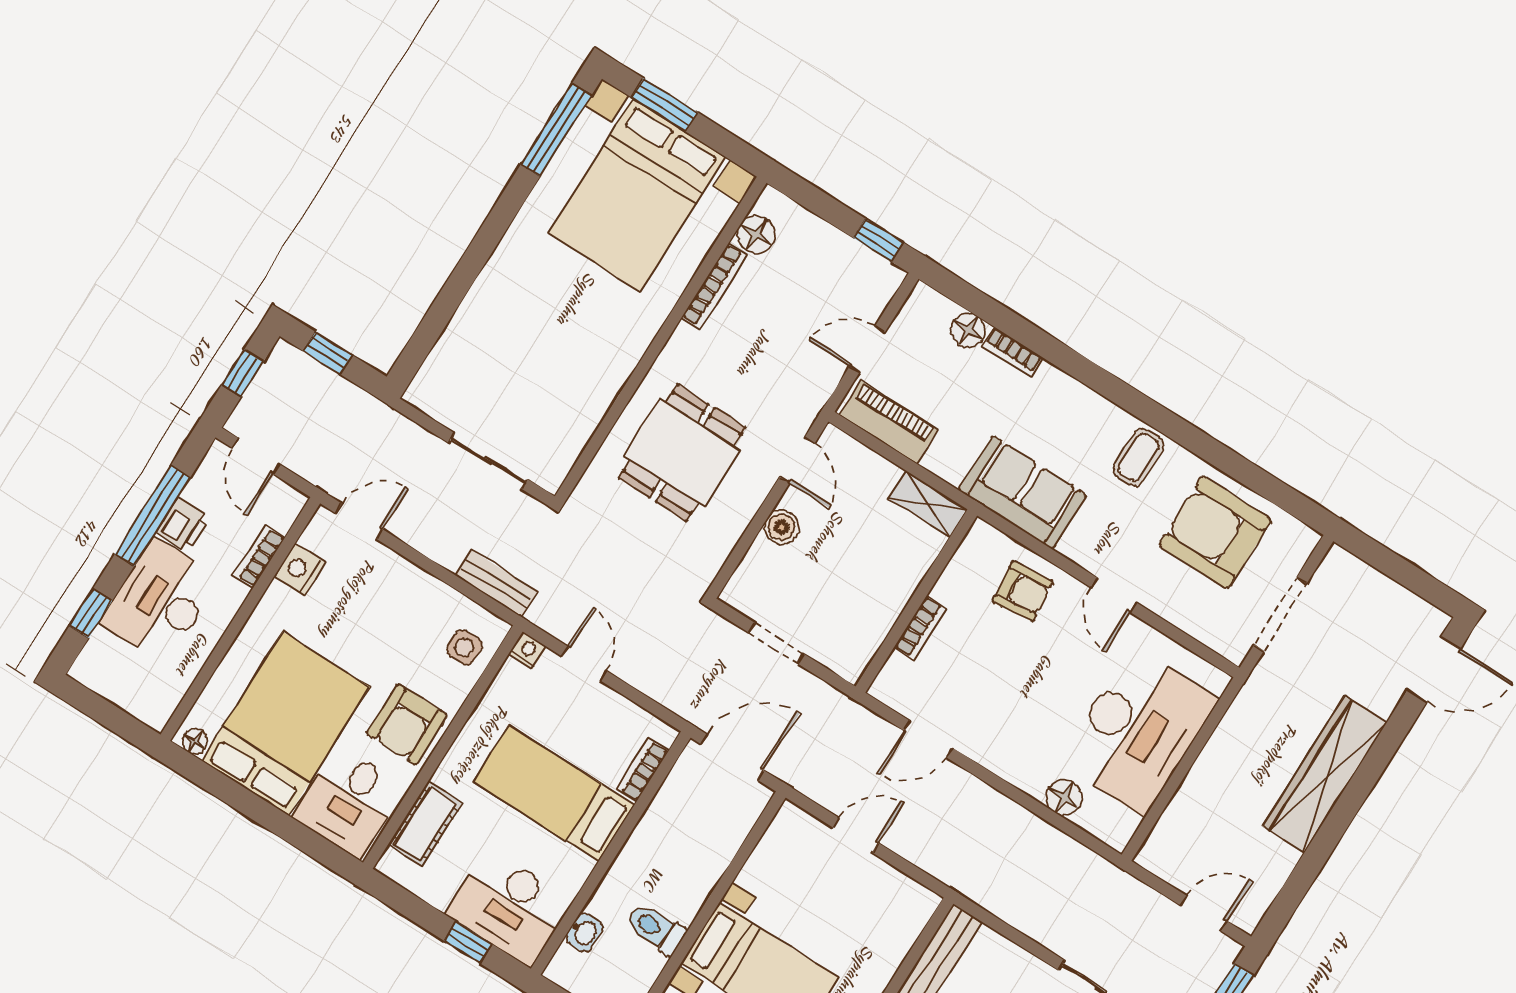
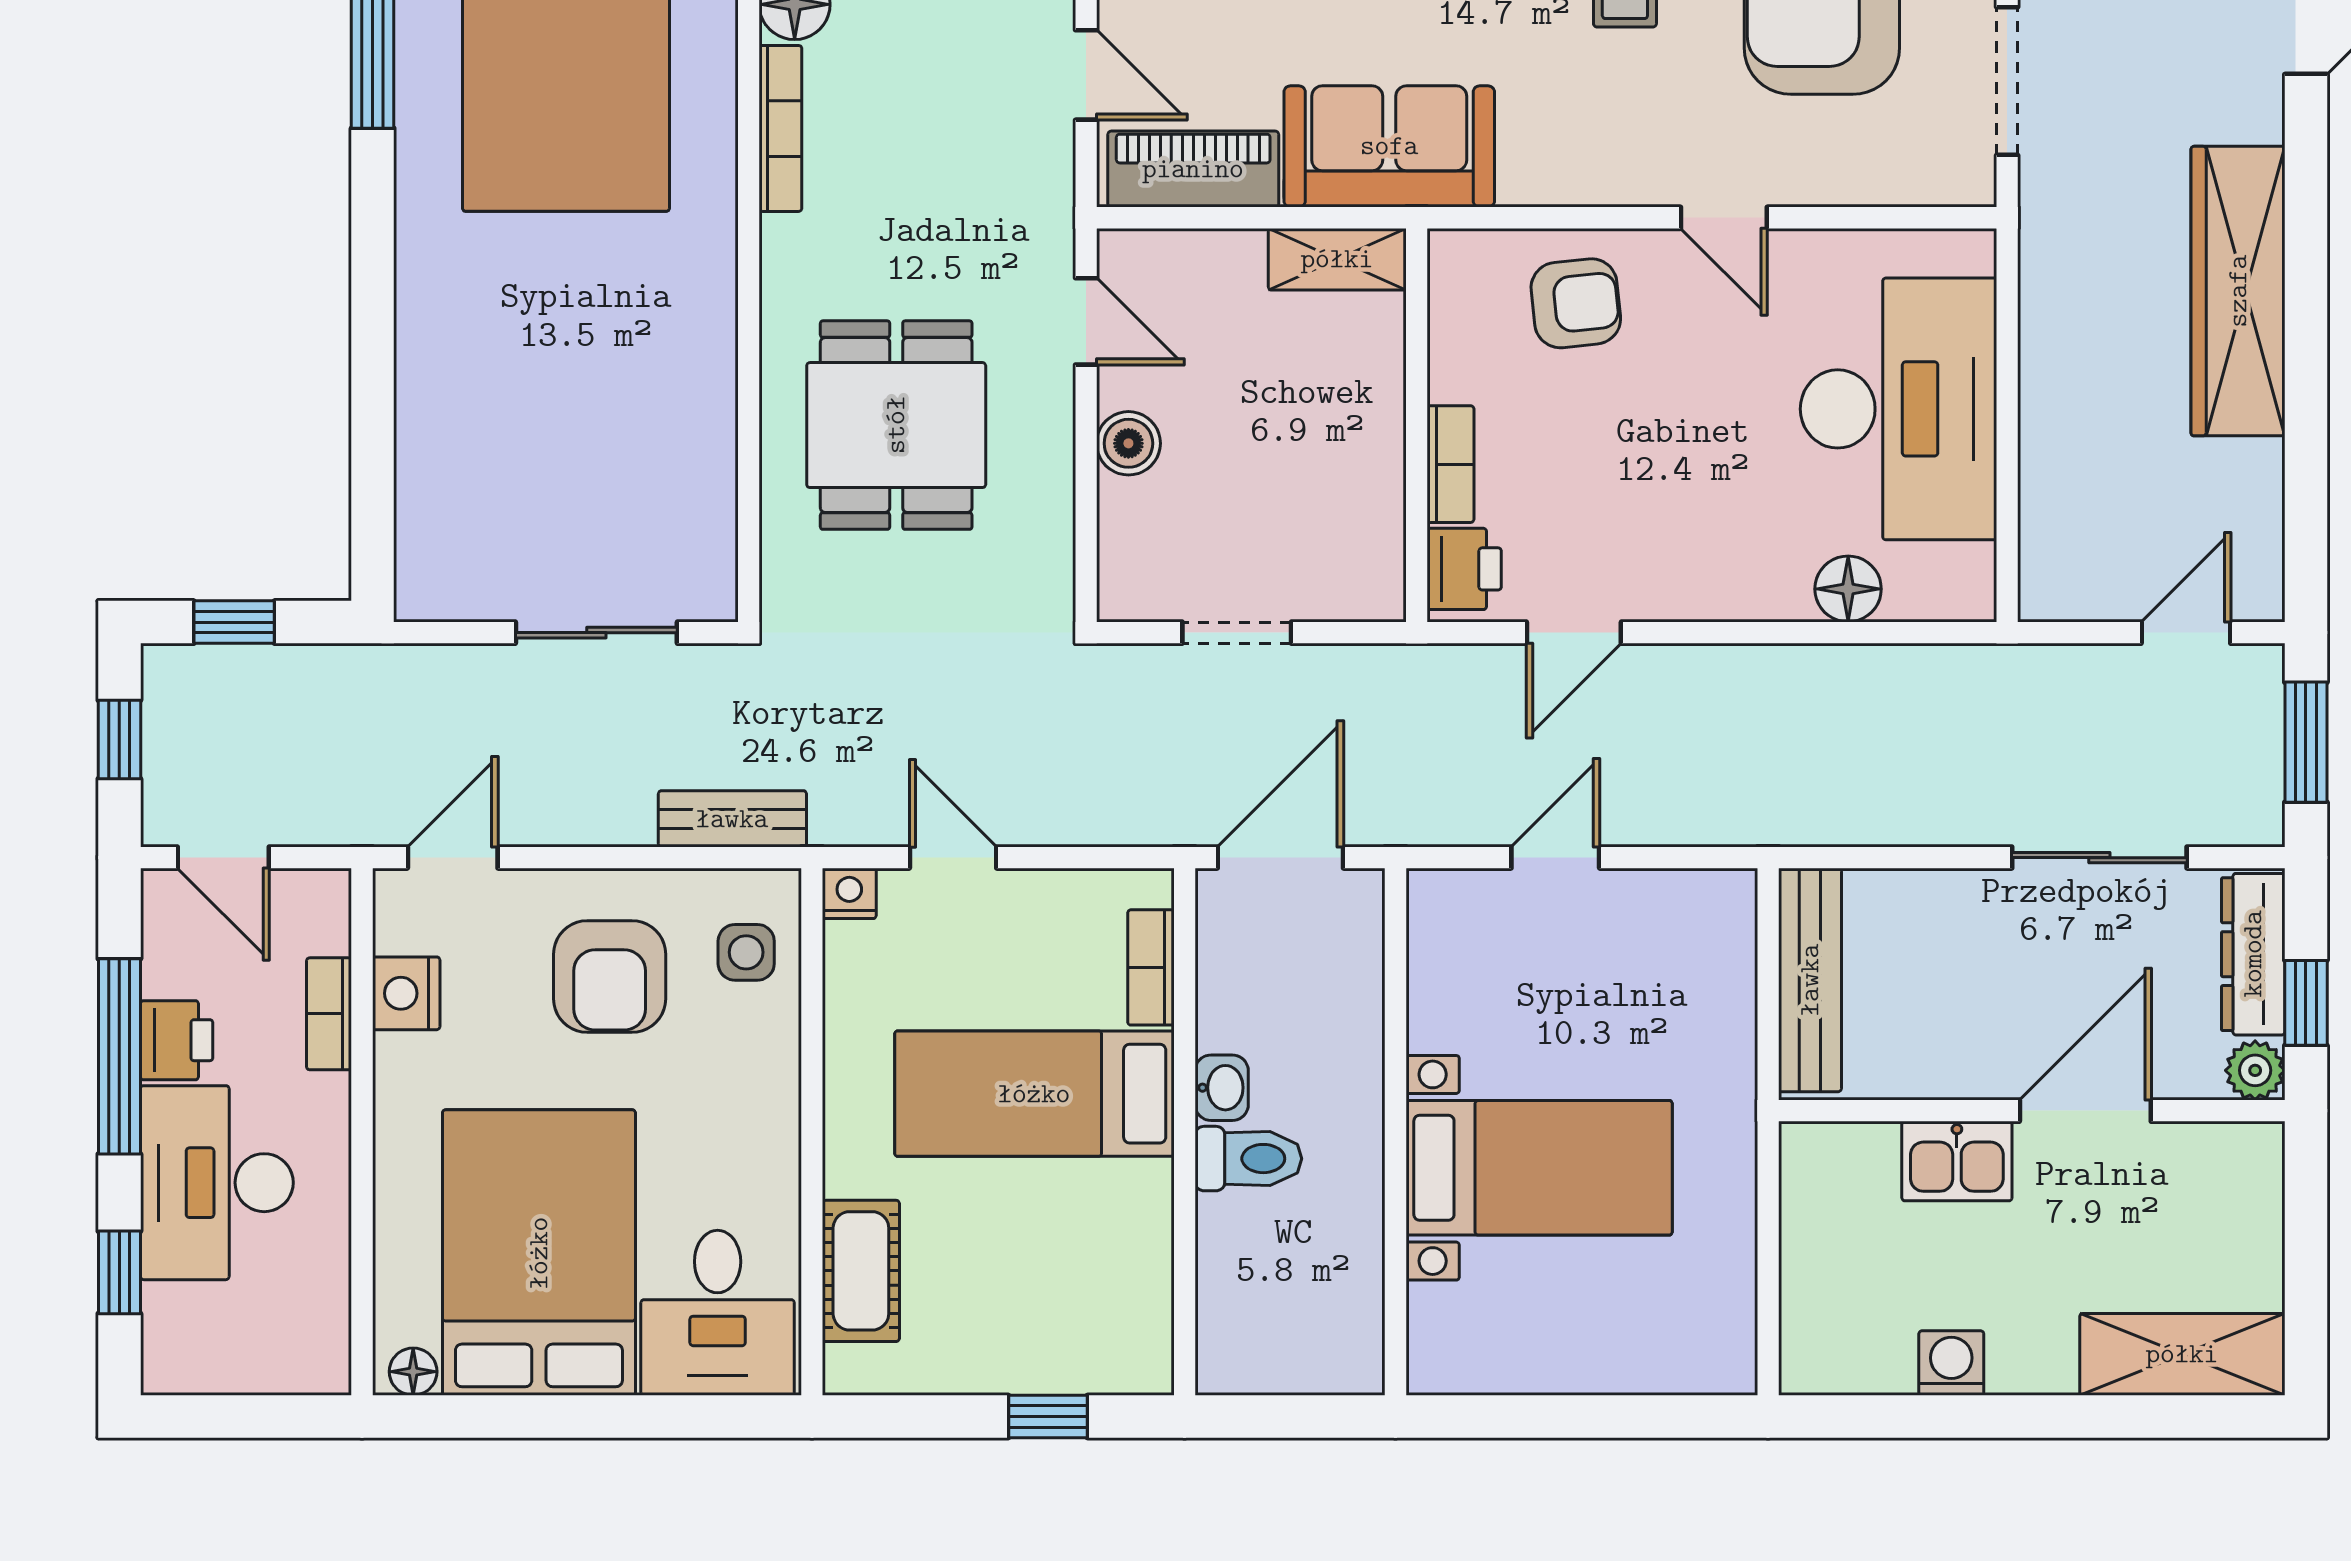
door: (867, 349) -> (1086, 75), swing flipped
sofa: (1023, 493) -> (1389, 146), moved
printer: (897, 679) -> (1464, 569), added
armchair: (407, 724) -> (610, 976), moved
desk: (509, 907) -> (1078, 1320), removed
toilet: (656, 929) -> (1248, 1159), moved, turned 180
washbasin: (584, 932) -> (1222, 1088), moved

